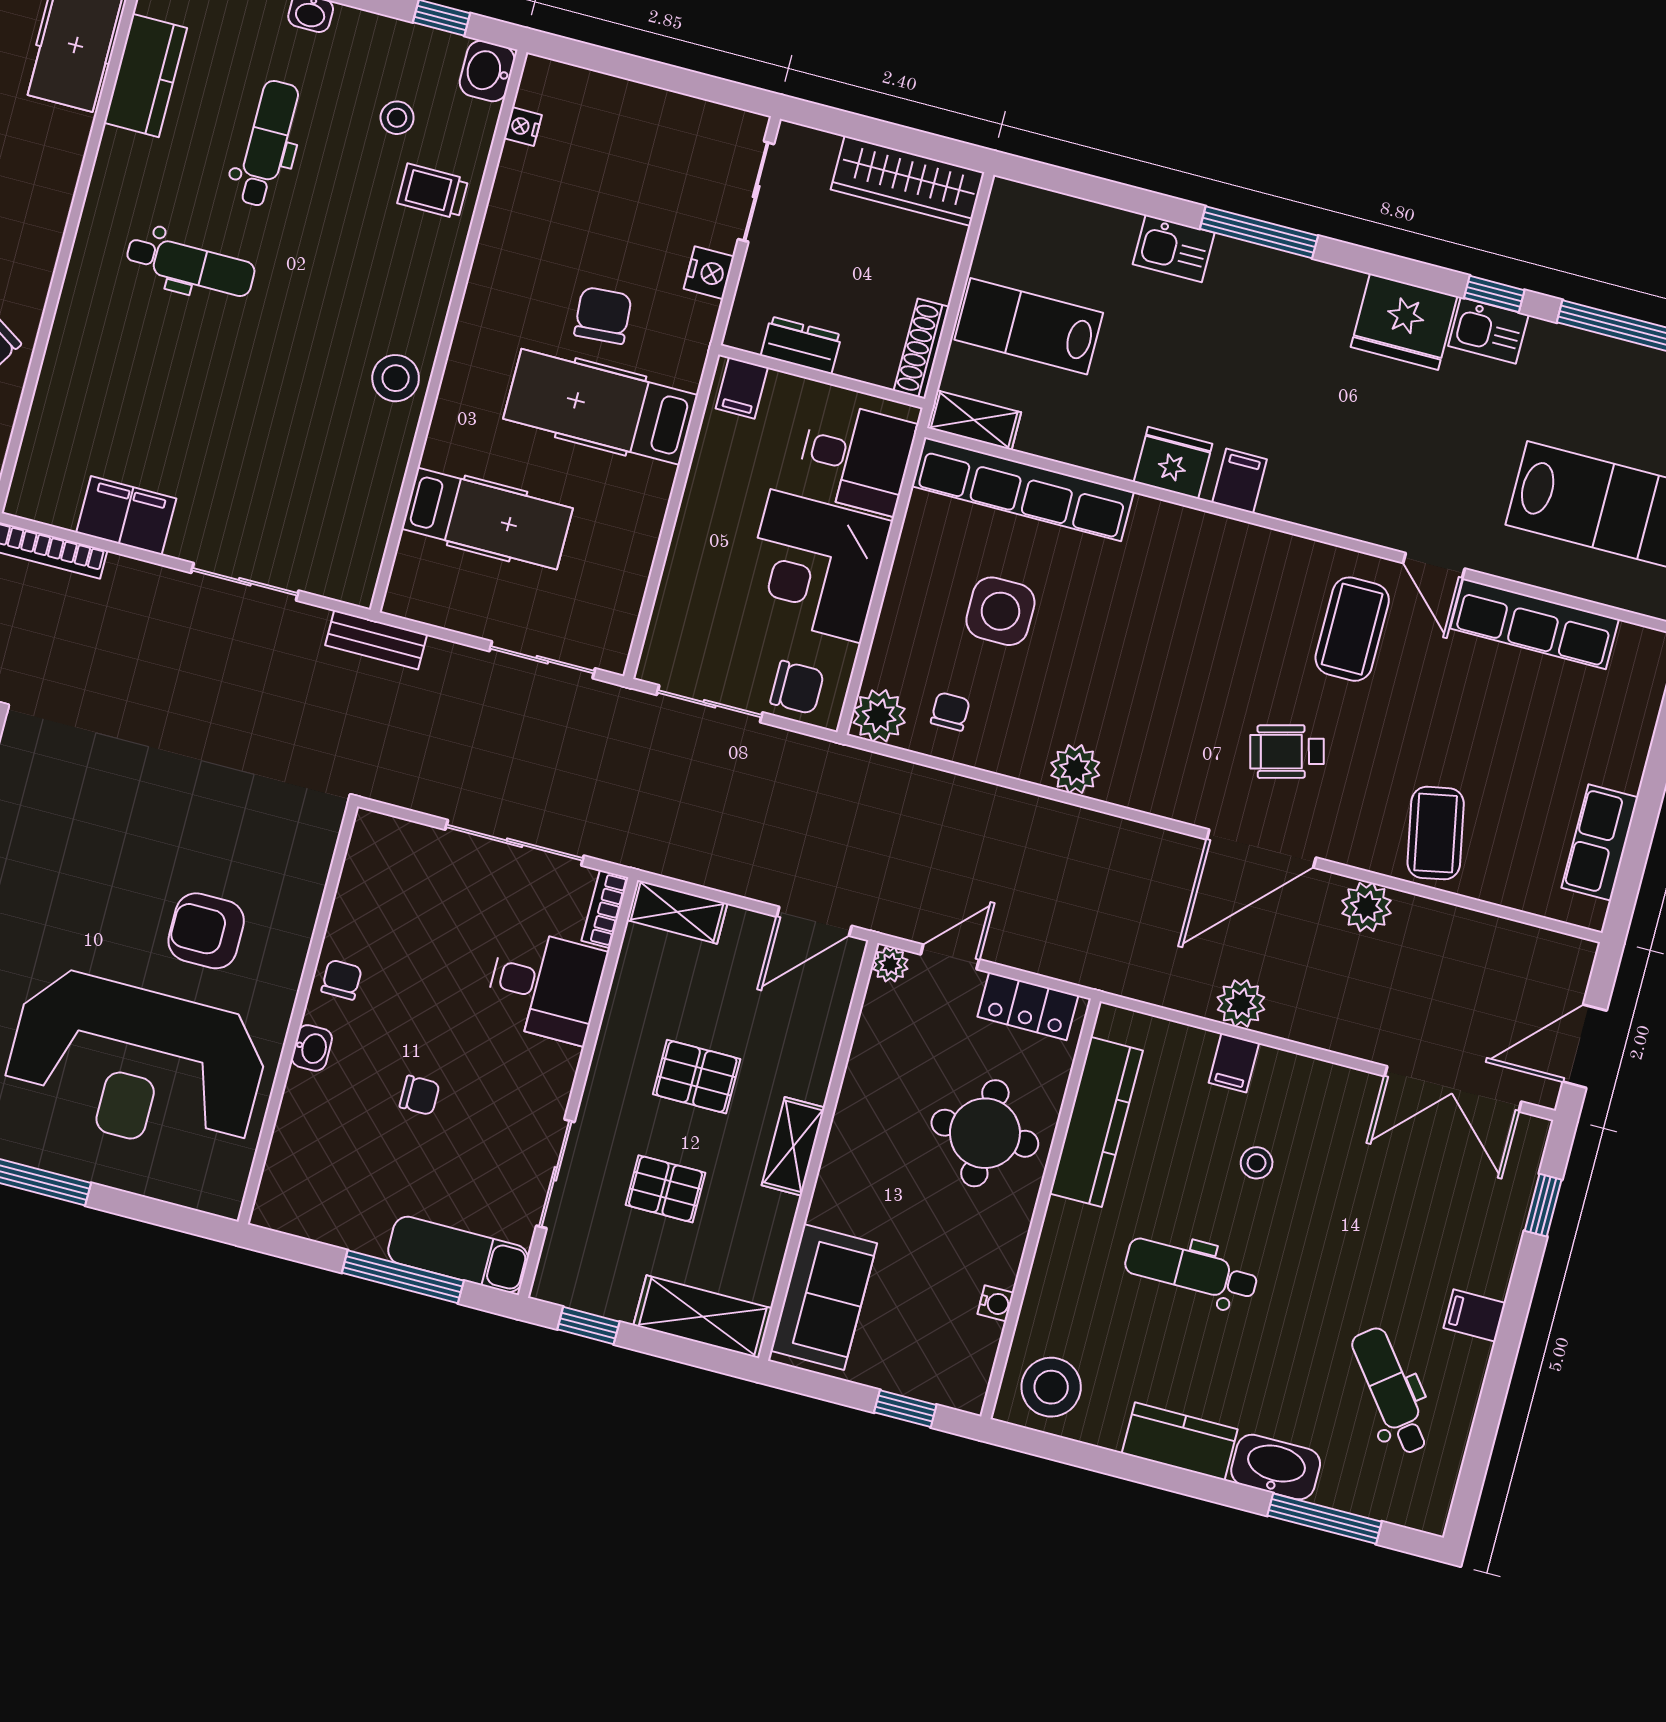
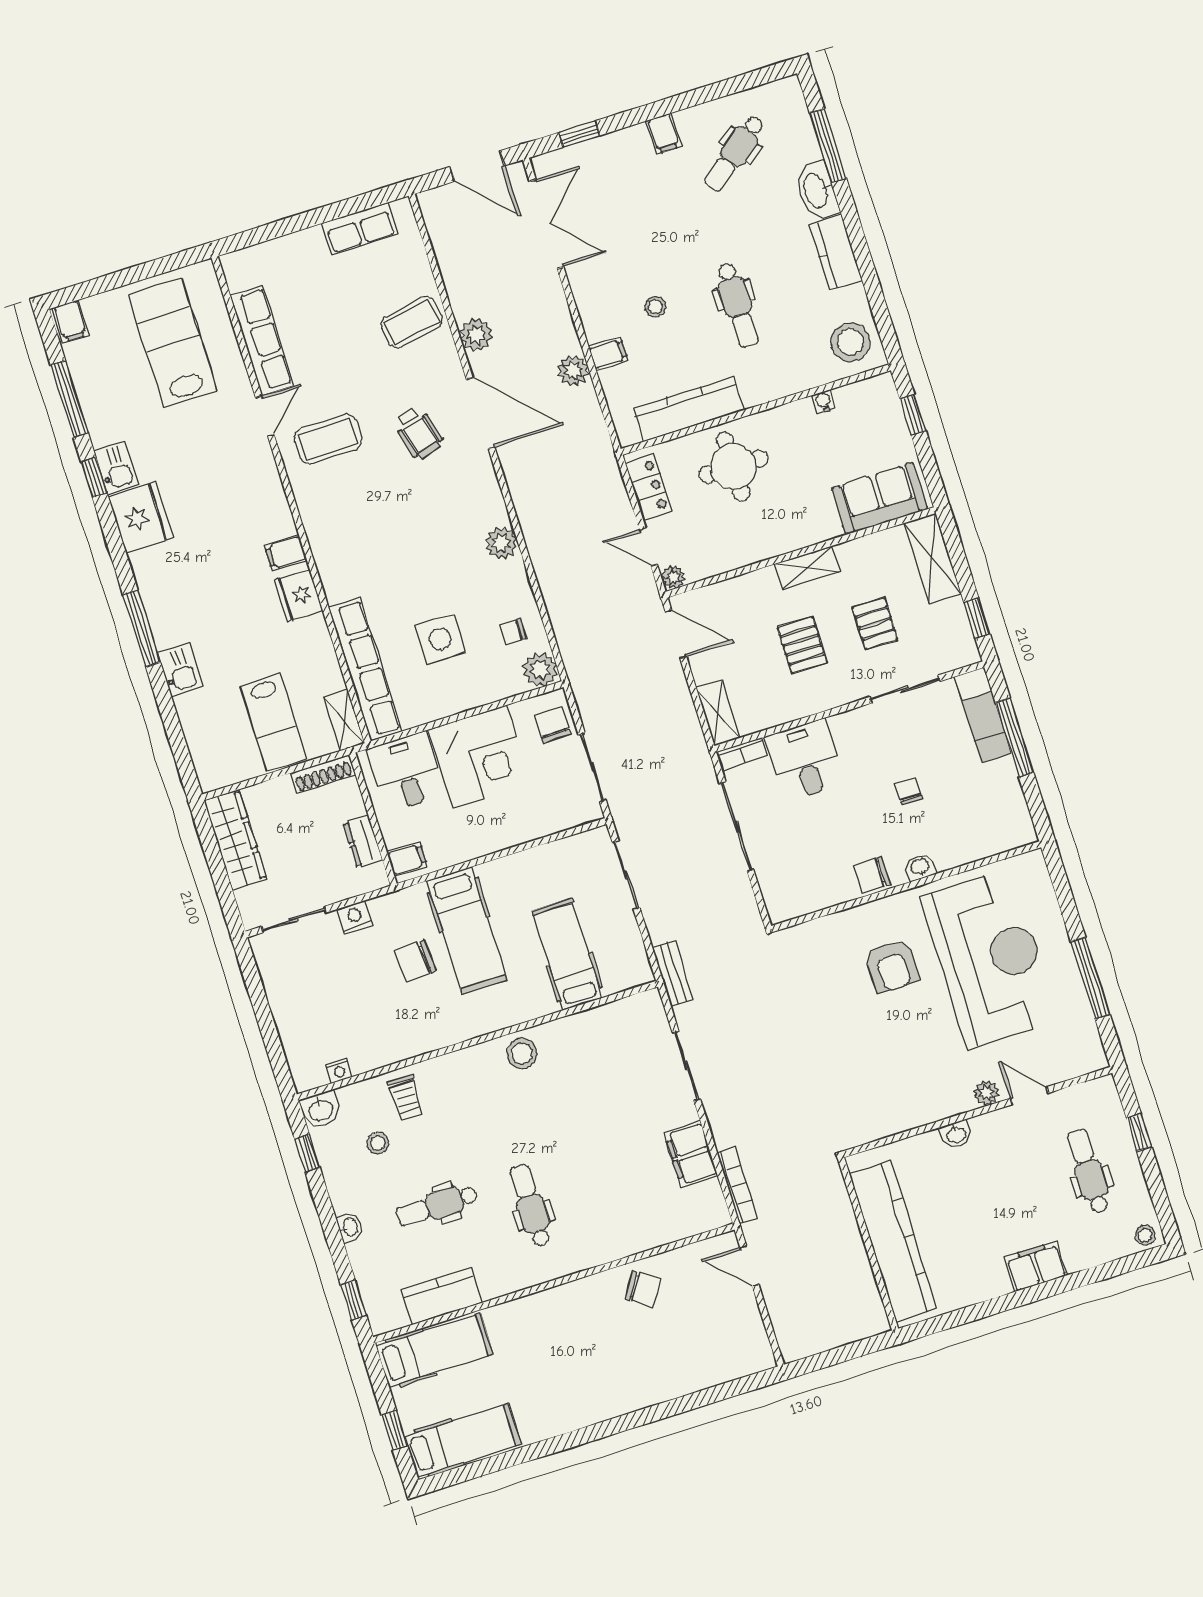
chair: (342, 980) -> (872, 874), width x1.37, depth x1.37

